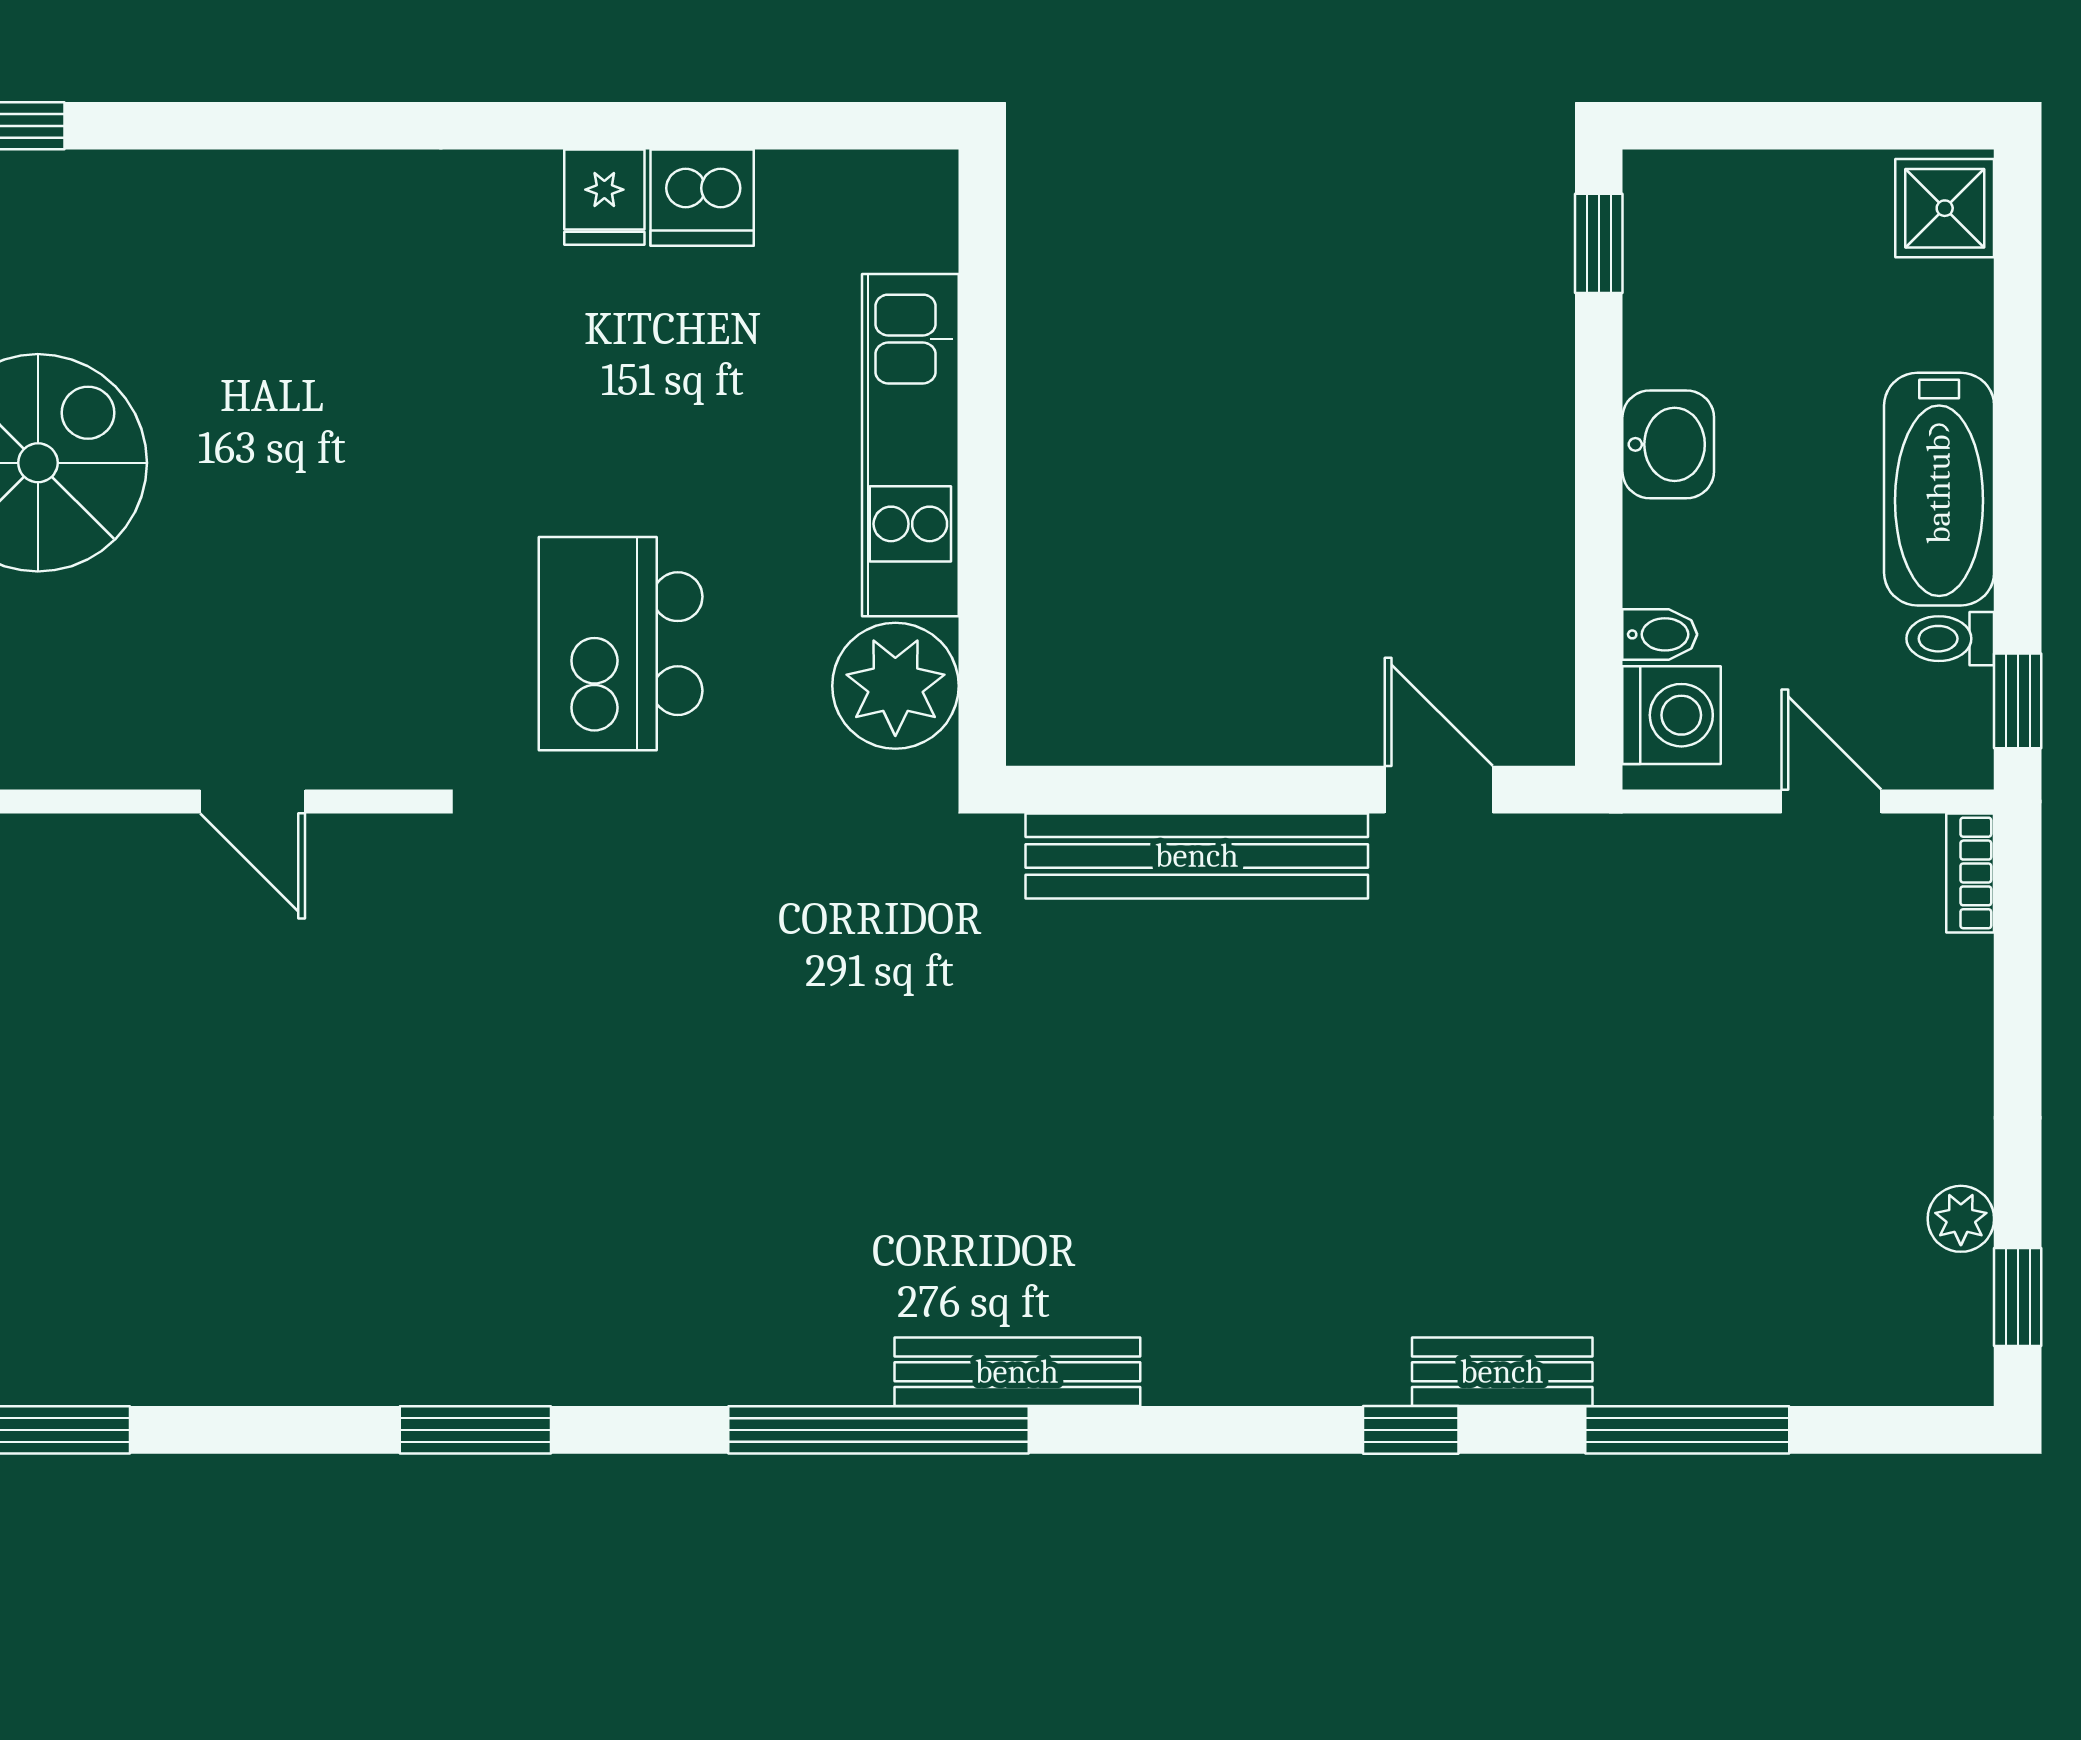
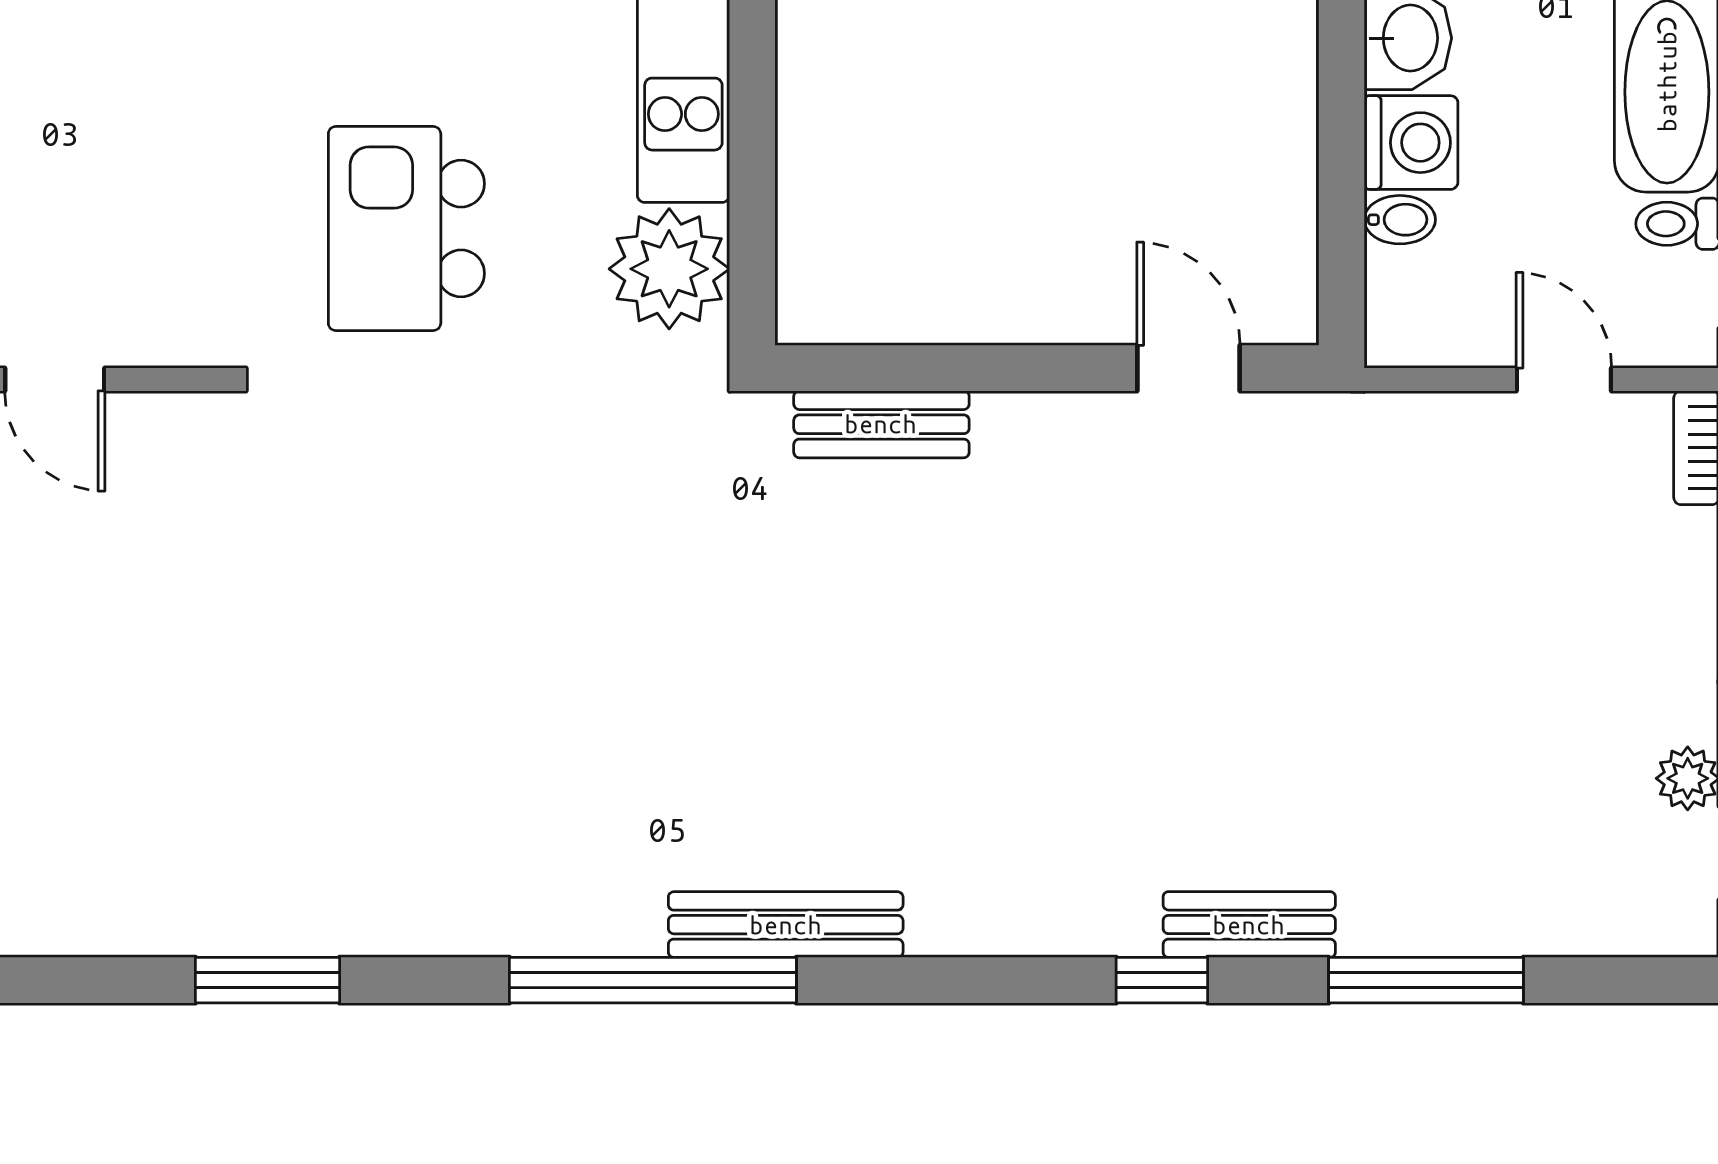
washing machine: (1672, 715) -> (1411, 143), moved
bench: (1197, 856) -> (881, 424), width x0.54, depth x0.82

